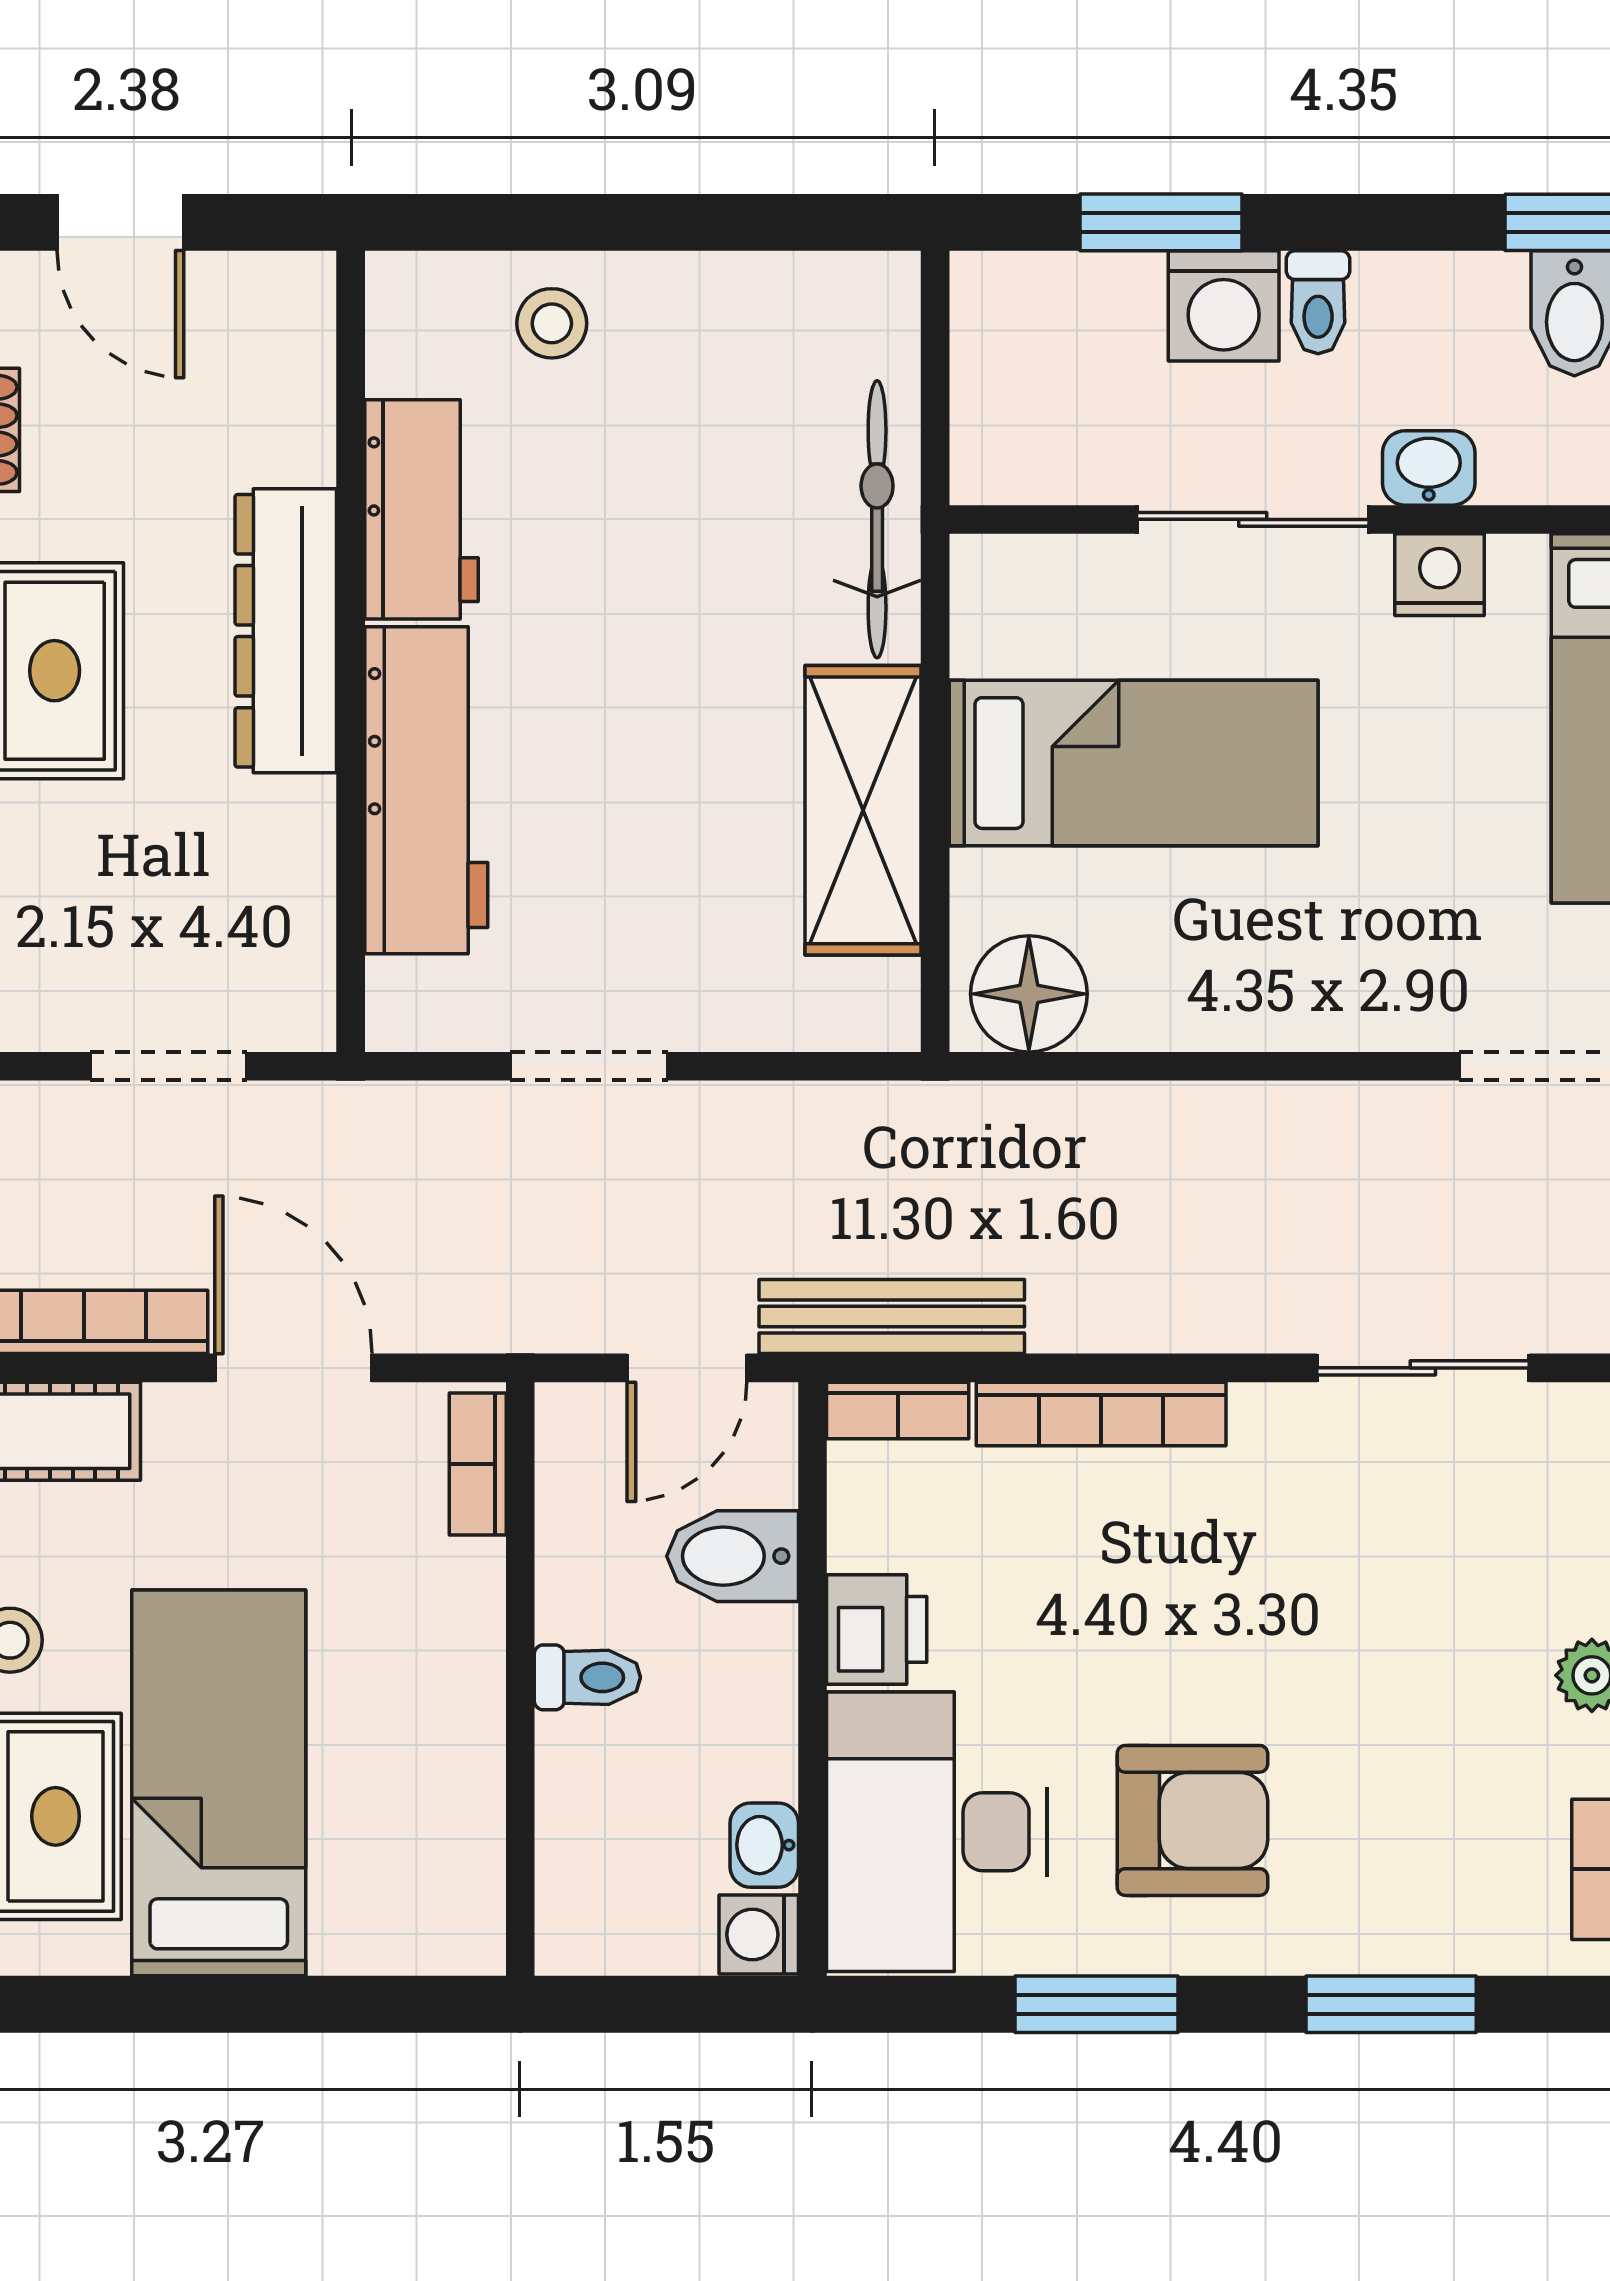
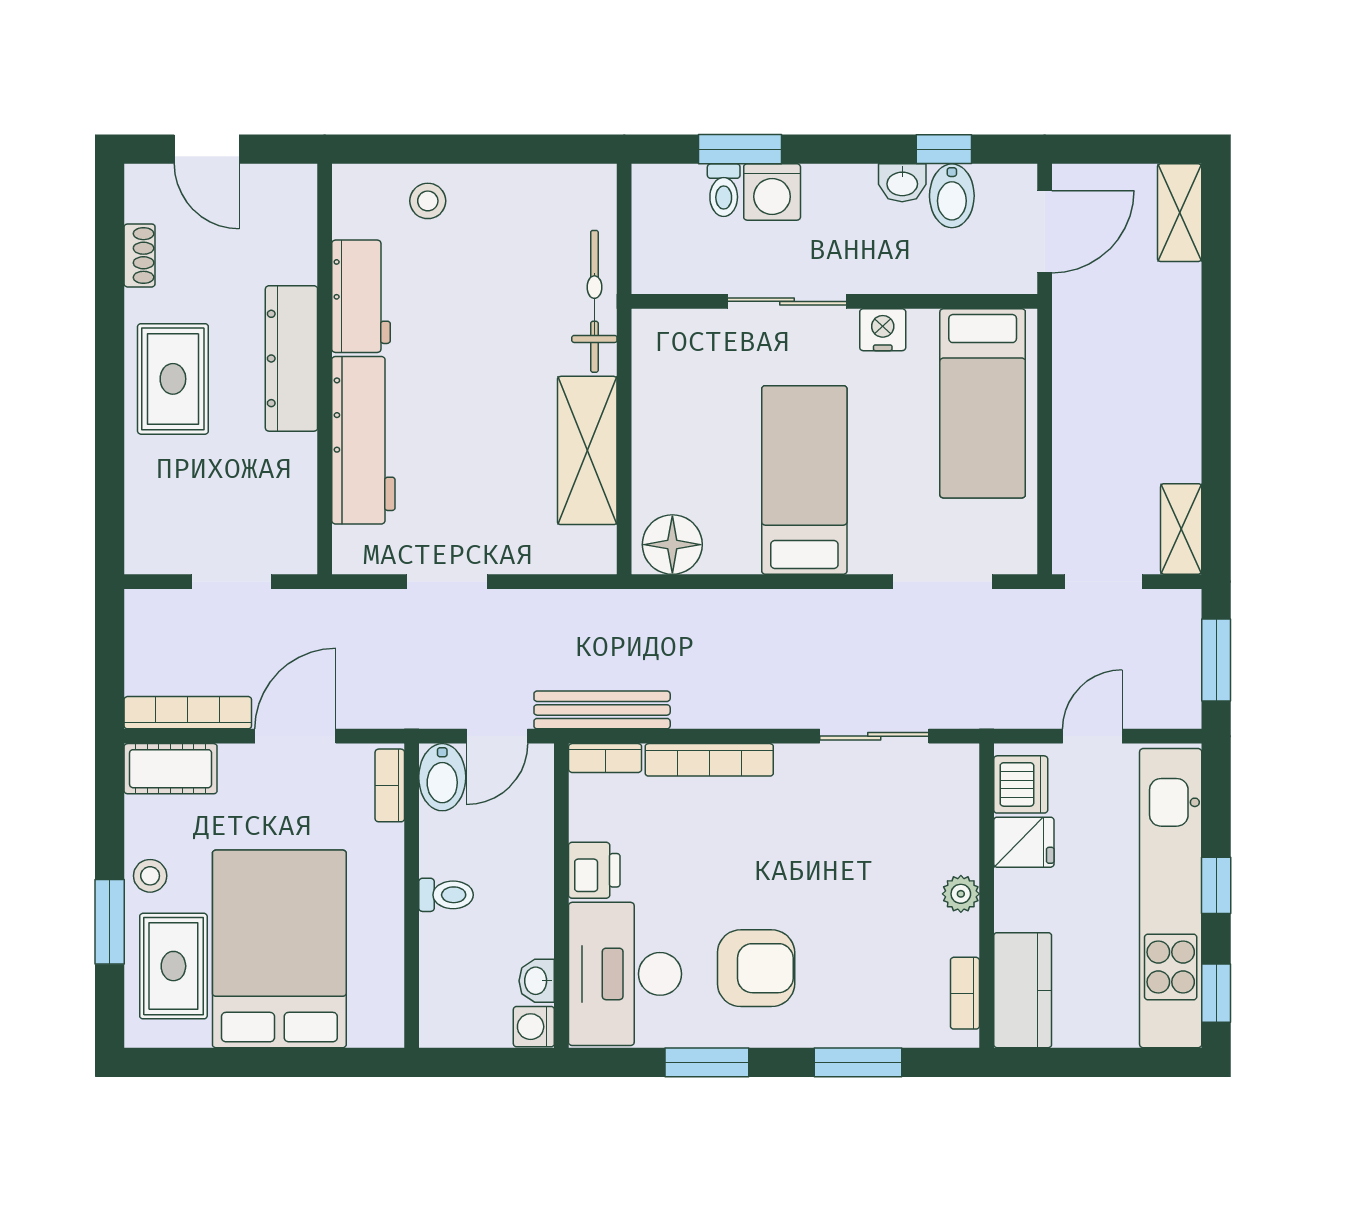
toilet: (1318, 302) -> (724, 190), moved
washbasin: (1429, 468) -> (902, 183), moved, turned 180
bed: (1134, 763) -> (804, 480), moved, turned -90
door: (293, 1368) -> (295, 736), hinge flipped
bidet: (733, 1556) -> (442, 777), moved, turned -90
bed: (219, 1783) -> (279, 949), width x1.50

